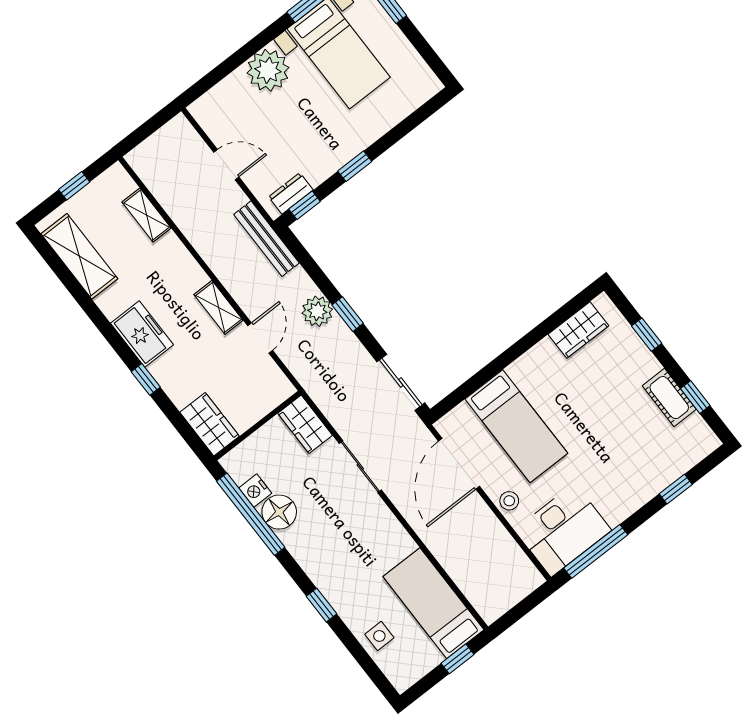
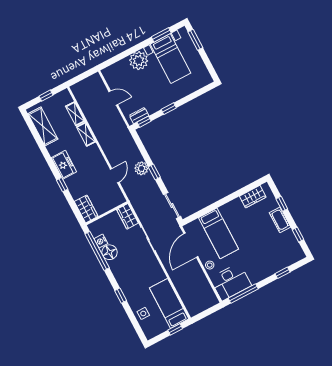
bench: (266, 239) -> (125, 133), removed
shelving: (218, 307) -> (86, 134), moved
cot: (669, 398) -> (280, 220), moved

